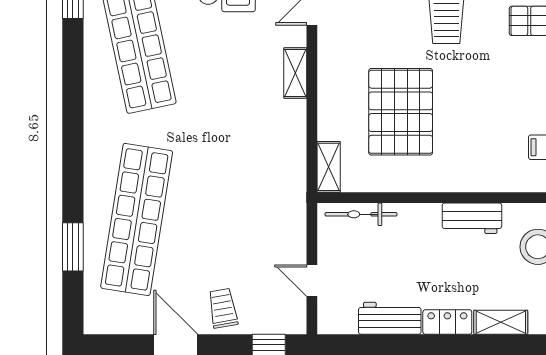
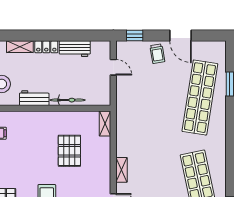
pallet: (401, 112) -> (69, 151), width x0.73, depth x0.71
bicycle: (361, 214) -> (68, 100), moved

